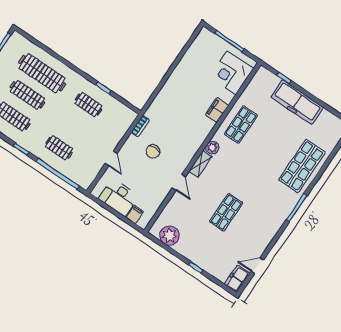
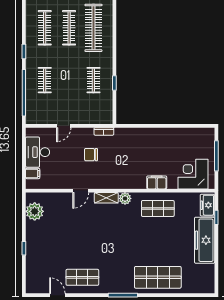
shop shelf: (226, 212) -> (82, 277), moved
freezer: (237, 279) -> (207, 205), moved, turned -90

